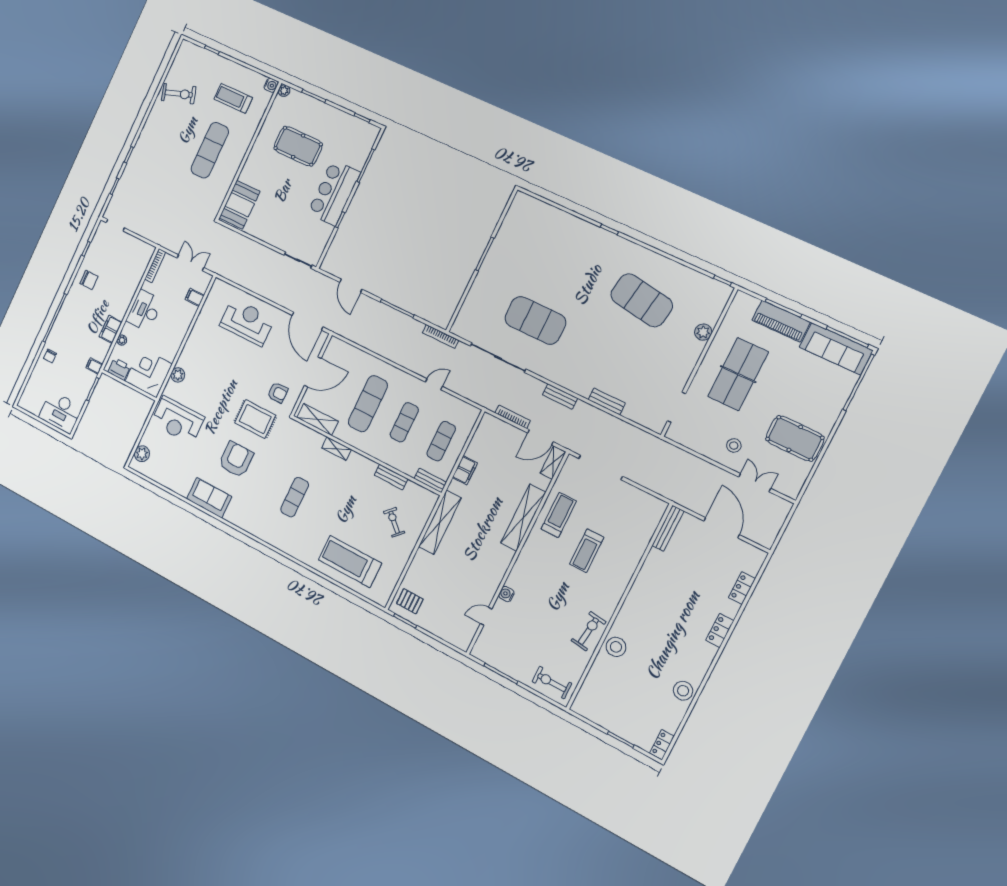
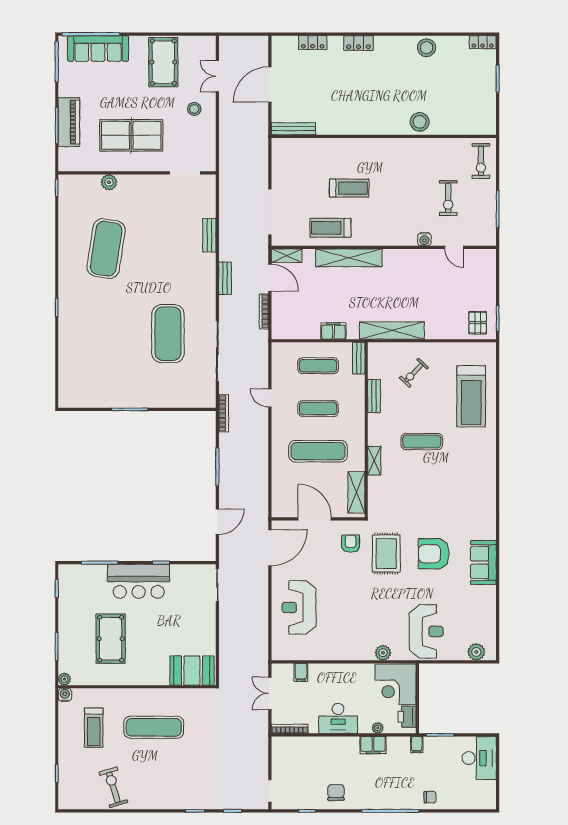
sofa: (836, 349) -> (98, 49), moved, turned 90
exercise mat: (295, 497) -> (422, 441), moved
exercise bike: (588, 631) -> (448, 198), moved, turned -97

